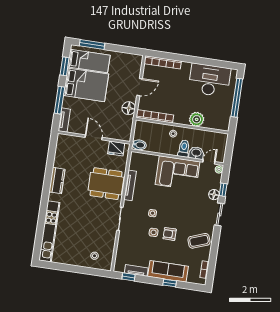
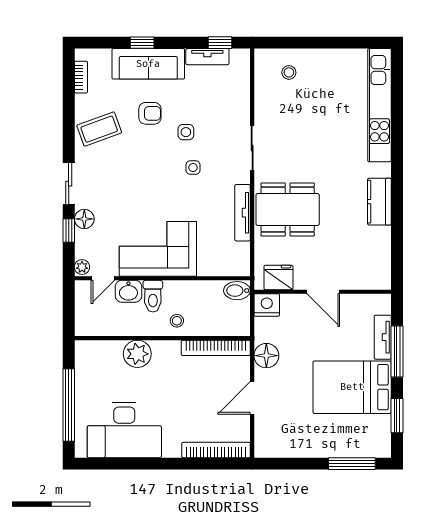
bed: (89, 61) -> (353, 432), removed
tv unit: (64, 120) -> (383, 337), moved
nightstand: (125, 135) -> (267, 305), added
armchair: (170, 234) -> (150, 113), moved

